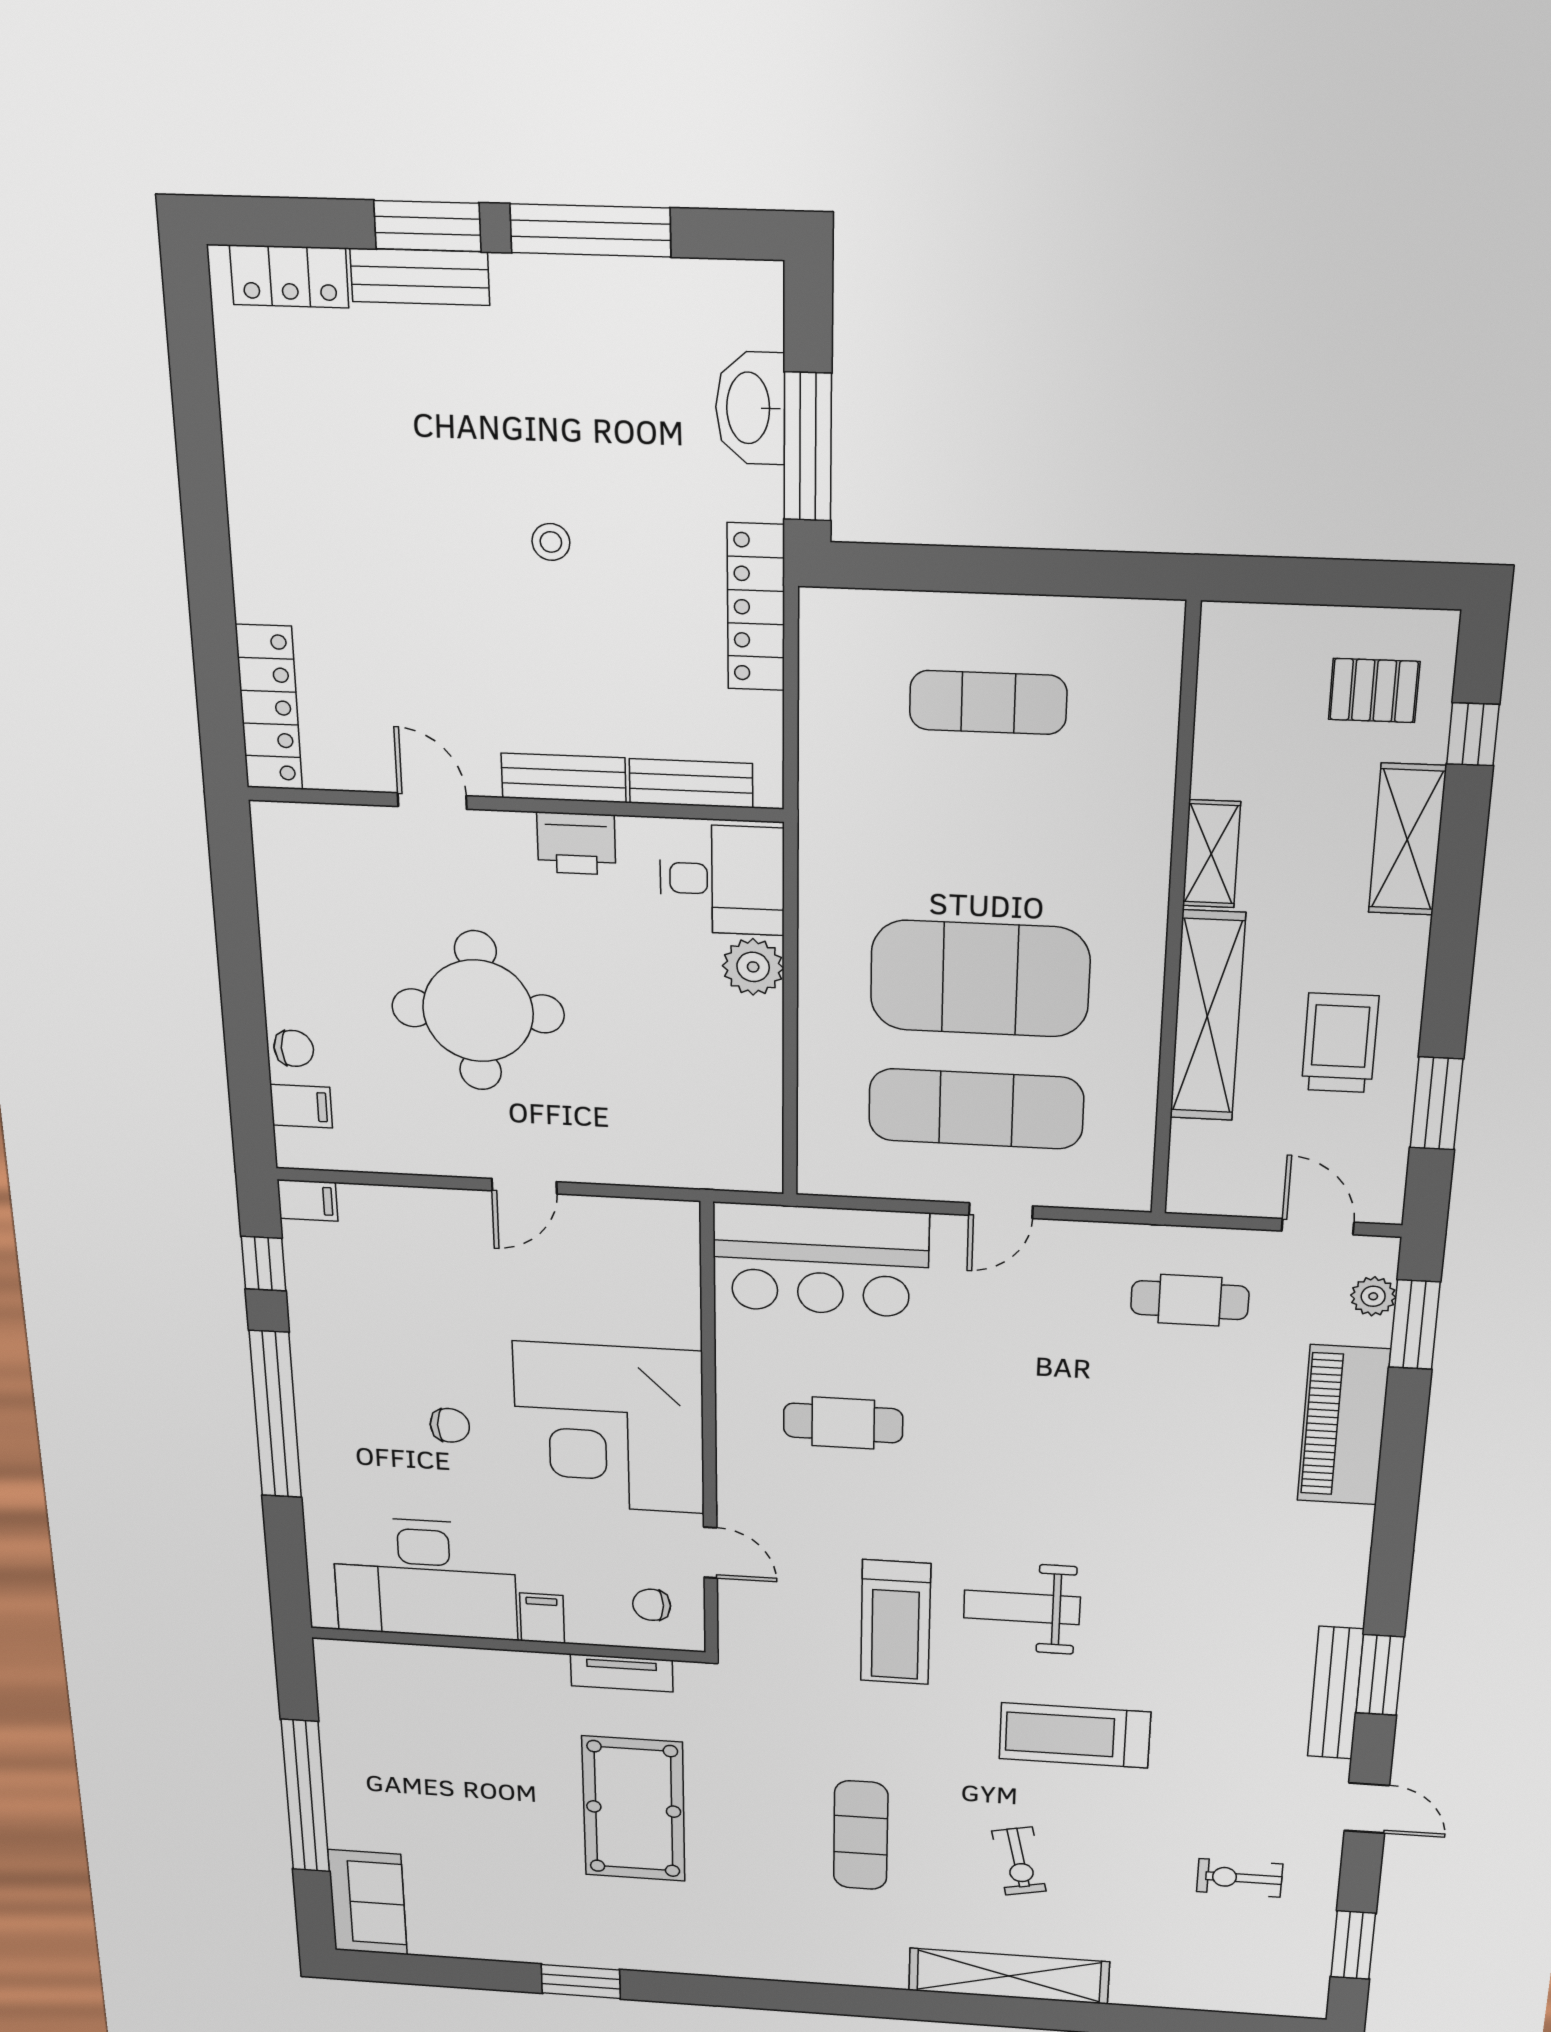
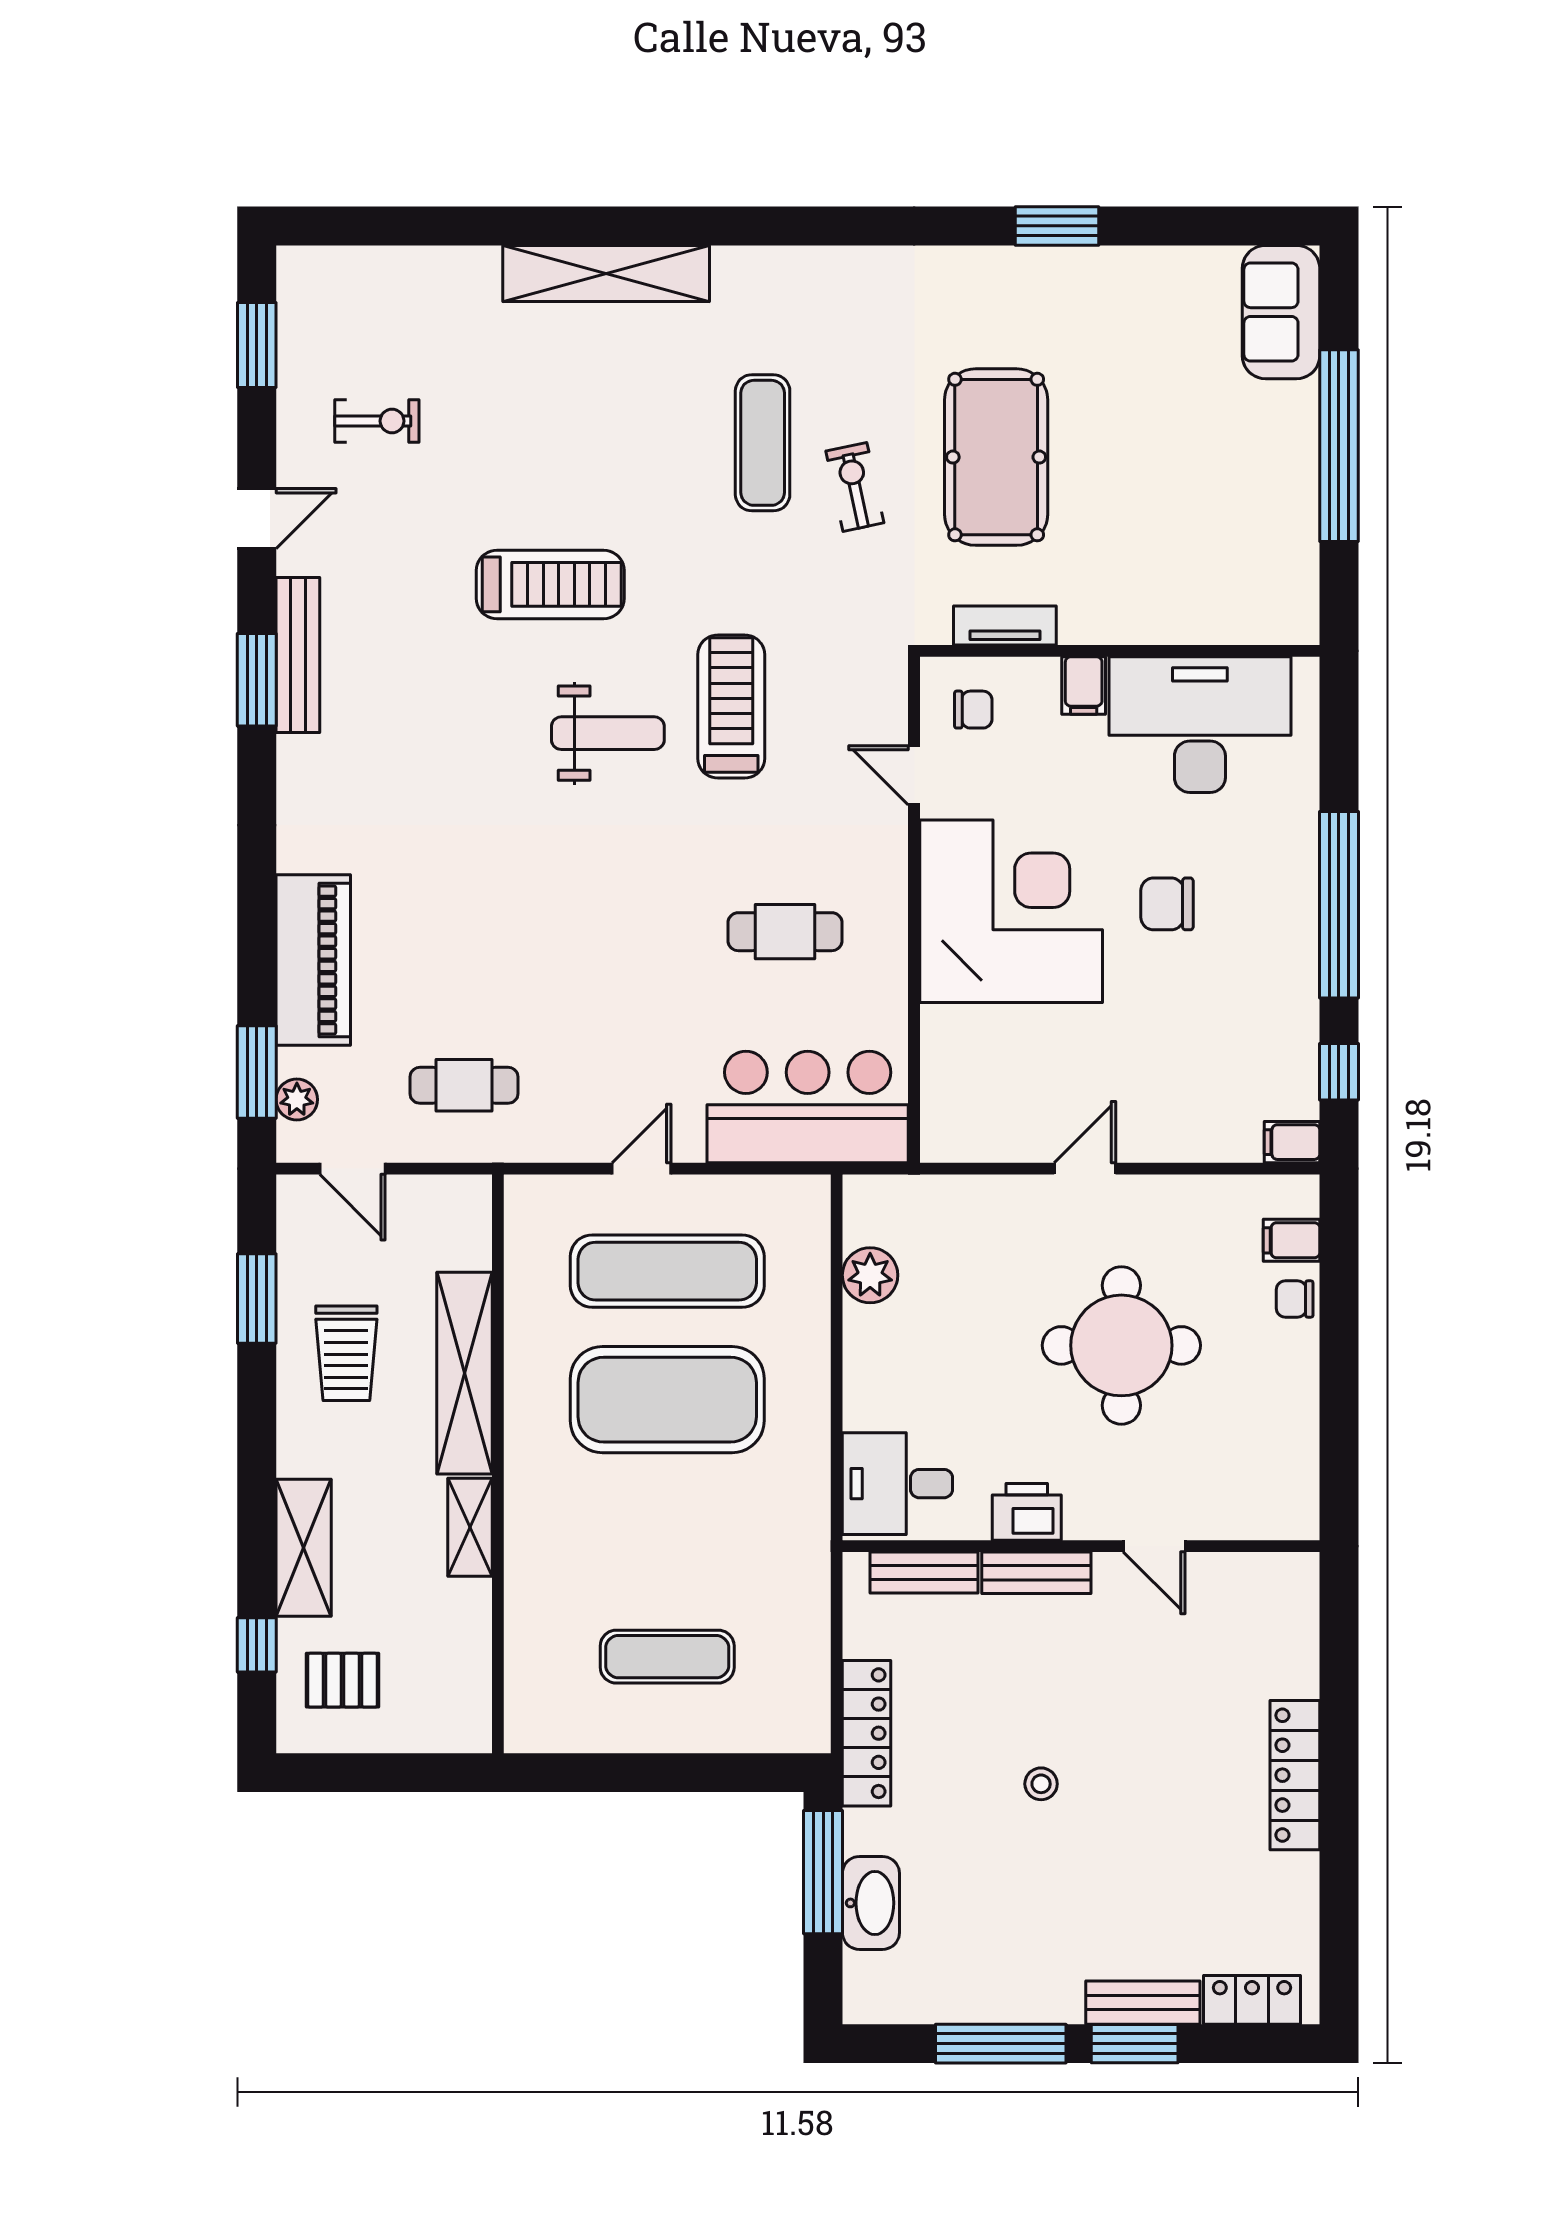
locker: (269, 708) -> (1295, 1775), moved
plant: (753, 967) -> (870, 1275), moved
chair: (450, 1425) -> (1167, 904), width x1.37, depth x1.37
door: (1367, 1808) -> (257, 519), swing flipped
exercise bike: (1019, 1861) -> (855, 487), moved

